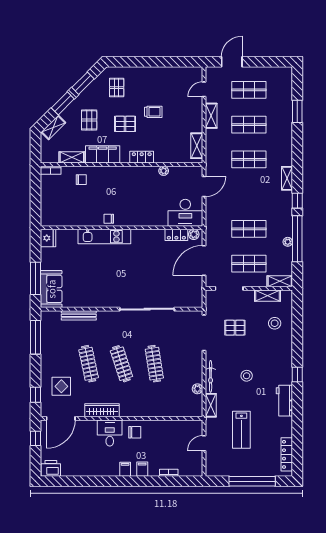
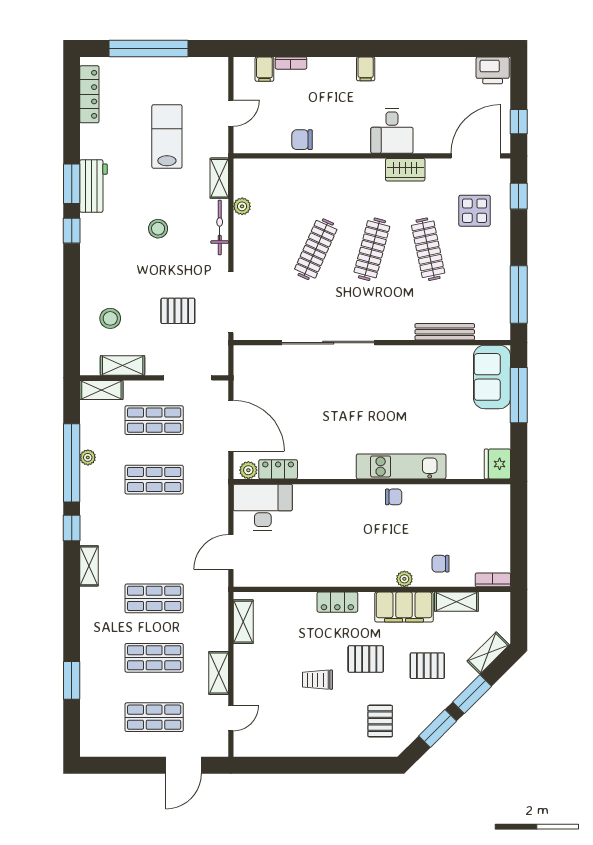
pallet: (89, 120) -> (427, 666), turned 90
plant: (164, 171) -> (404, 579), moved
door: (204, 260) -> (231, 426), hinge flipped
clothes rail: (121, 364) -> (372, 249), turned 33
clothes rail: (154, 364) -> (316, 249), turned 33
window: (297, 402) -> (72, 184), added
wardrobe: (102, 410) -> (405, 170), width x0.67
chair: (135, 432) -> (302, 140), moved
filing cabinet: (142, 469) -> (264, 69), moved

